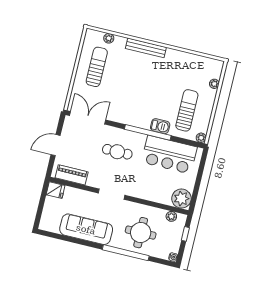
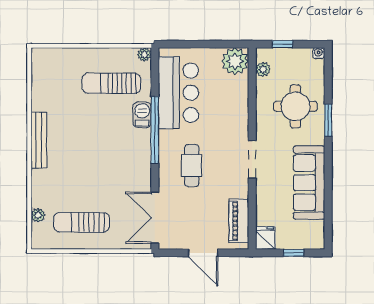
bench: (146, 48) -> (39, 140), moved
plant: (214, 84) -> (66, 54), removed
window: (41, 207) -> (294, 253), added
window: (126, 253) -> (328, 120), width x0.47

